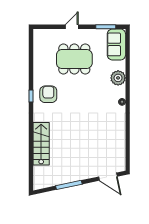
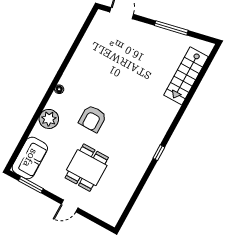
dining table: (74, 59) -> (87, 168), width x0.73
armchair: (48, 94) -> (93, 119), moved
stairs: (41, 144) -> (186, 76), moved

